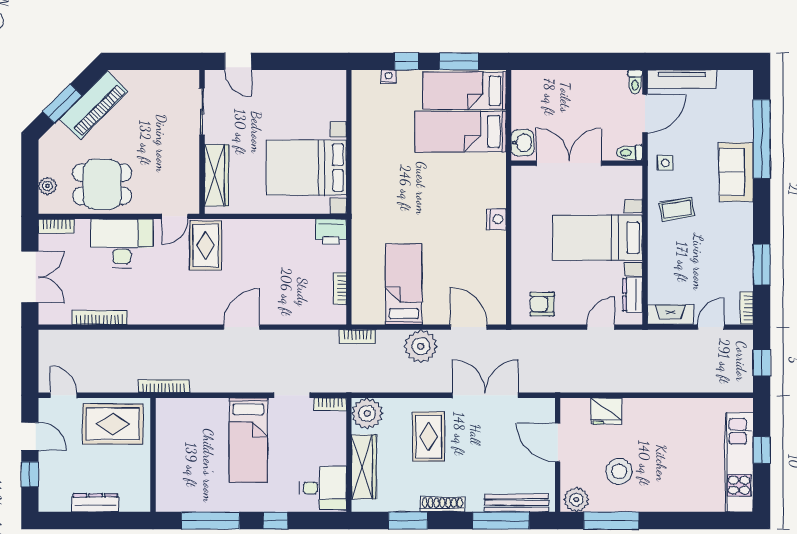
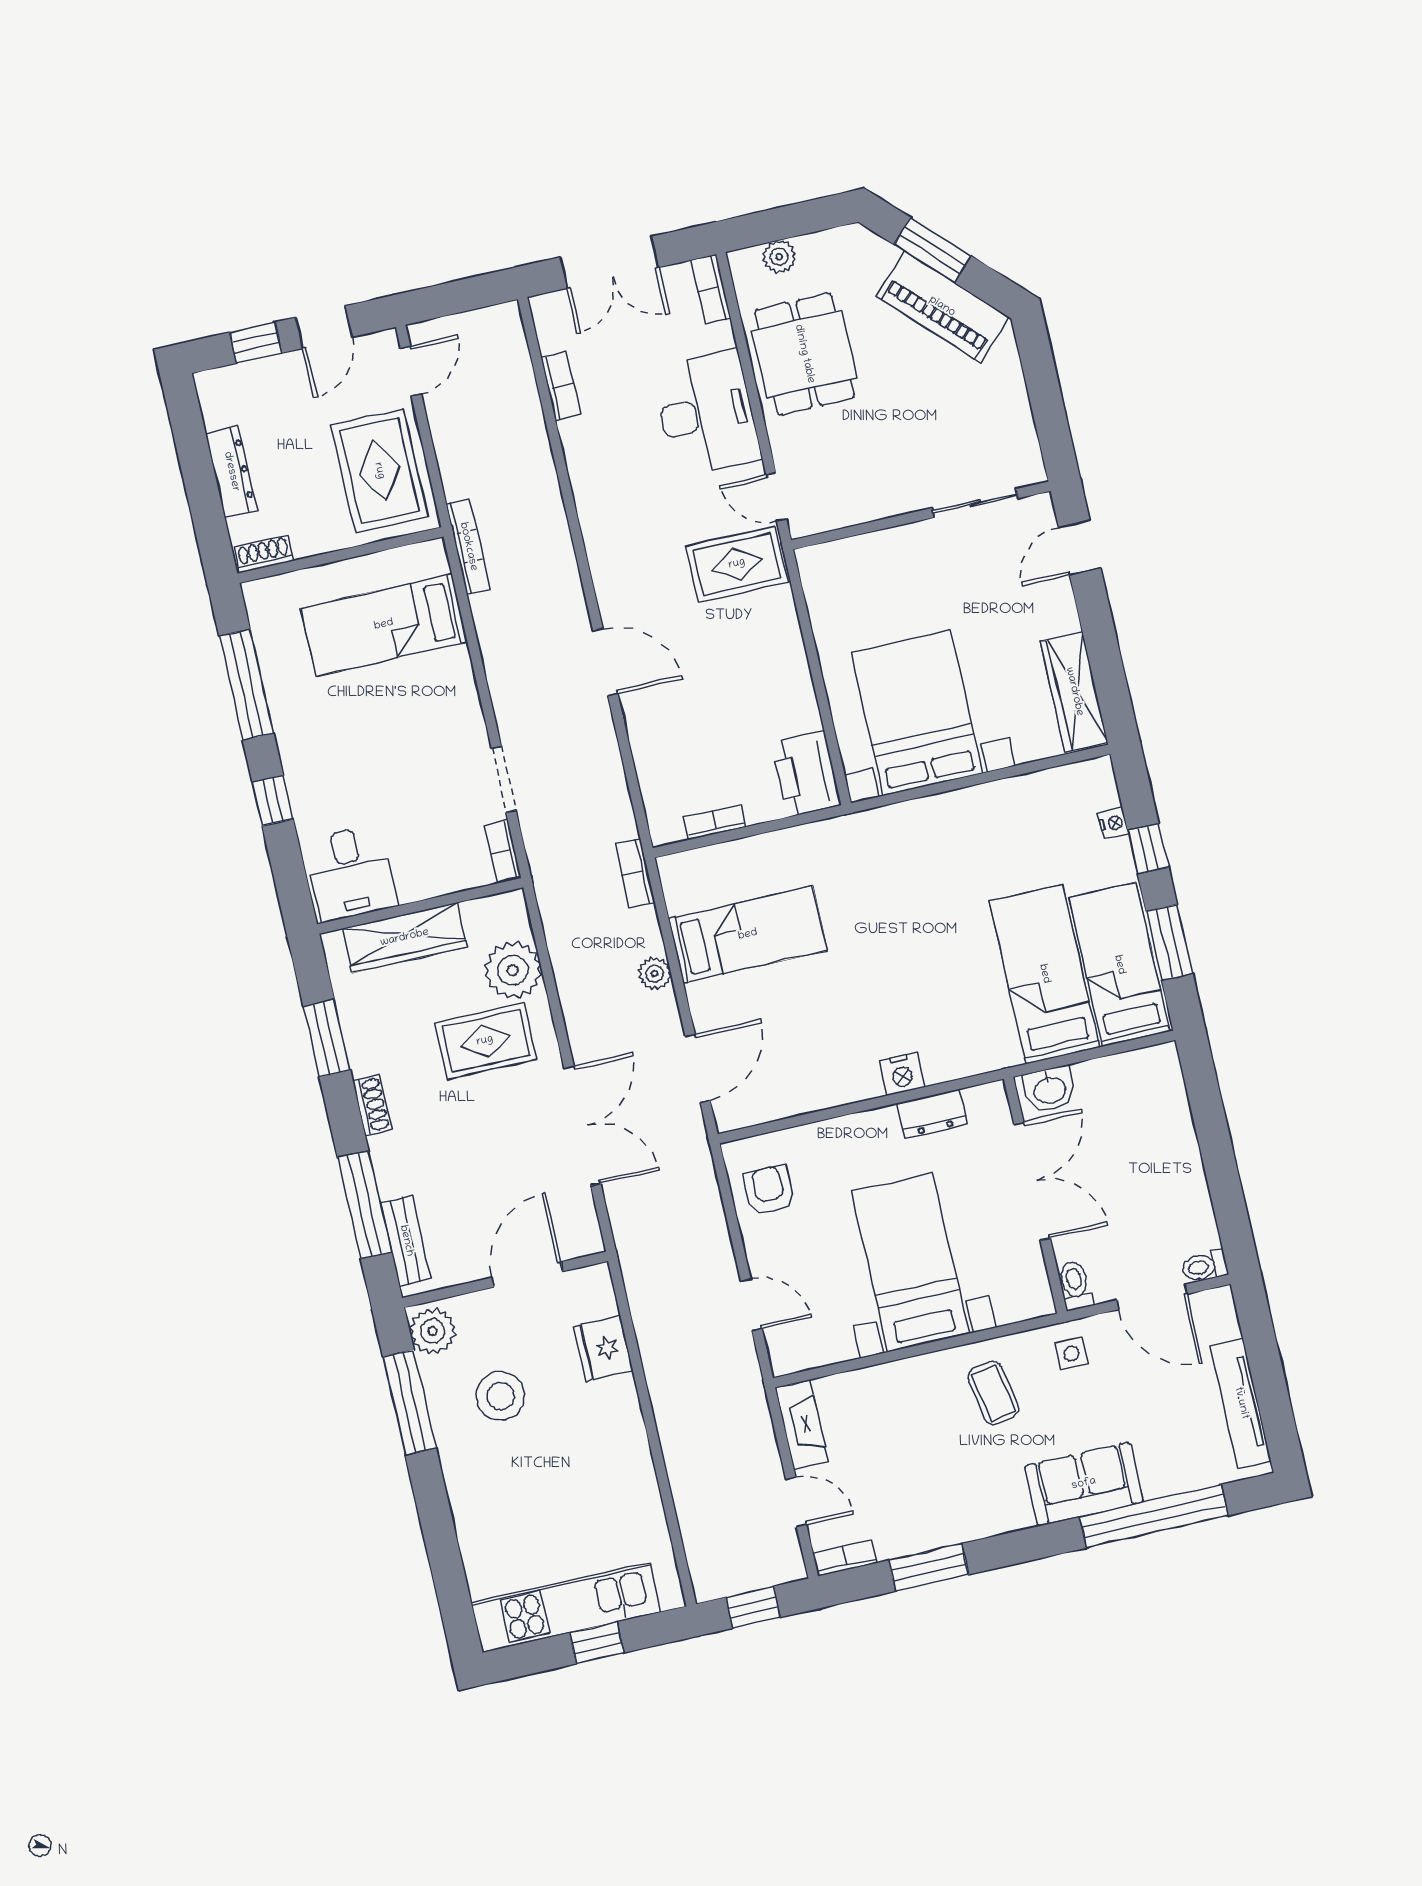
tv unit: (682, 79) -> (1241, 1403), moved
wardrobe: (216, 175) -> (1074, 692), moved, turned 90
printer: (331, 232) -> (806, 774), width x1.37, depth x1.19
dresser: (633, 295) -> (932, 1113), moved, turned 180
bookcase: (100, 317) -> (561, 386), width x0.64
plant: (421, 346) -> (655, 973), width x0.53, depth x0.53
plant: (367, 413) -> (513, 970), moved
bed: (248, 440) -> (384, 625), moved
shoe rack: (143, 496) -> (264, 554), added
bench: (517, 503) -> (406, 1241), width x0.73
shoe rack: (442, 504) -> (372, 1105), width x0.70

